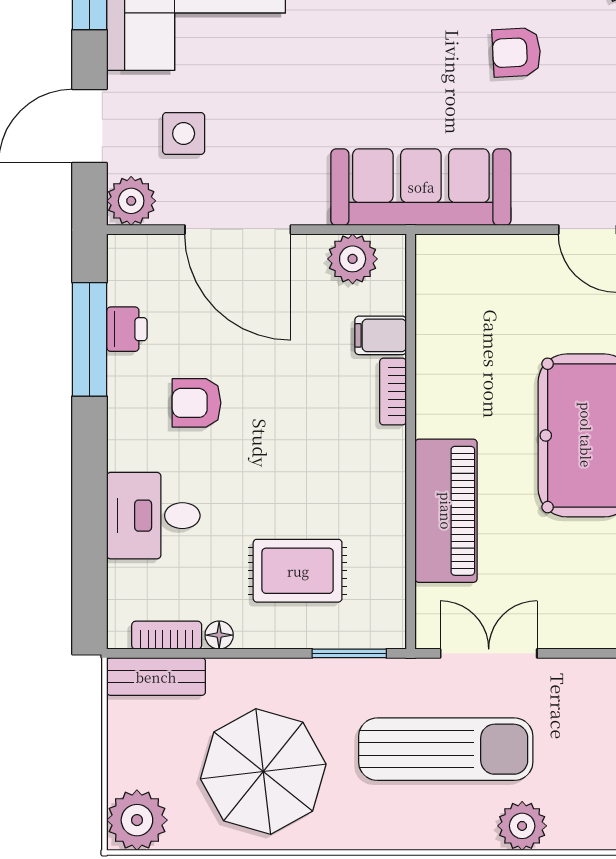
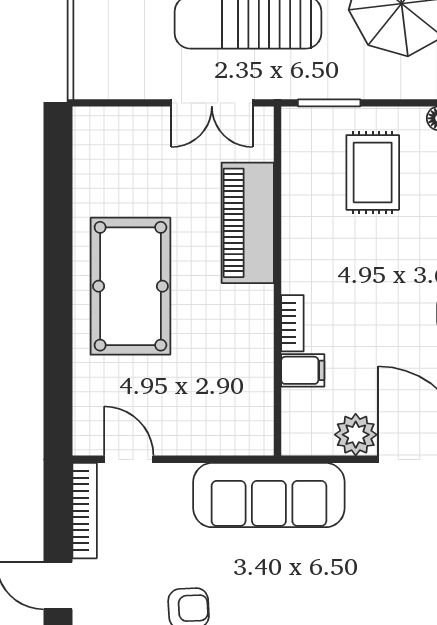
plant: (353, 259) -> (356, 435), moved
rug: (298, 571) -> (373, 172), turned 90

